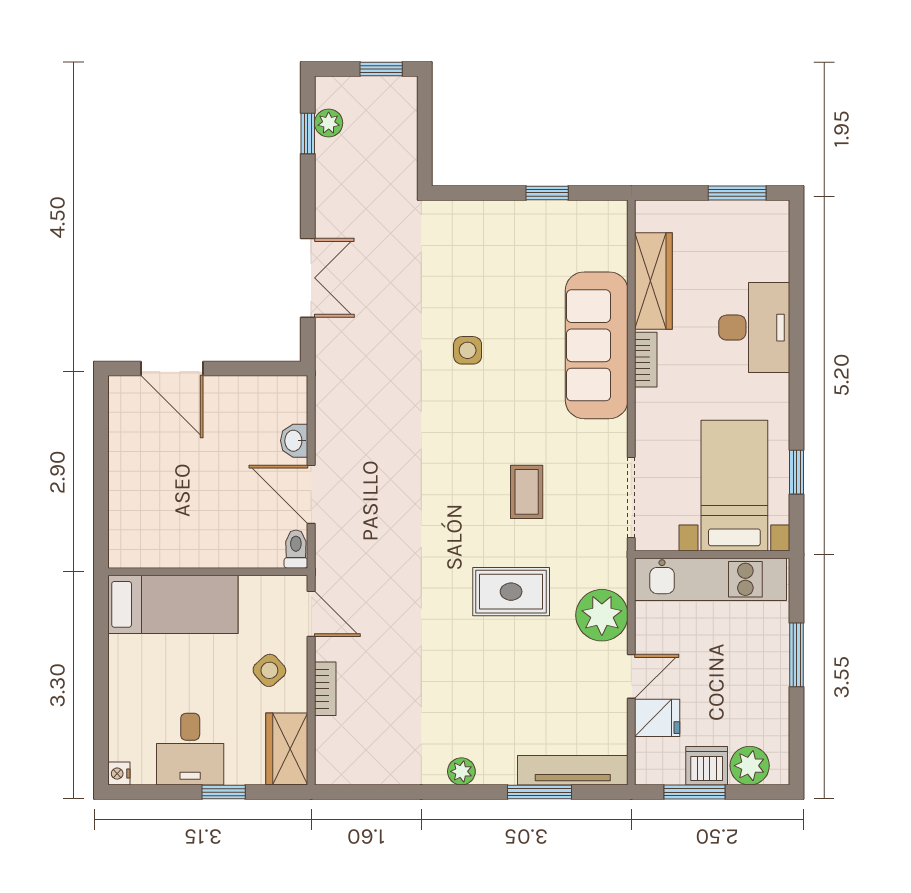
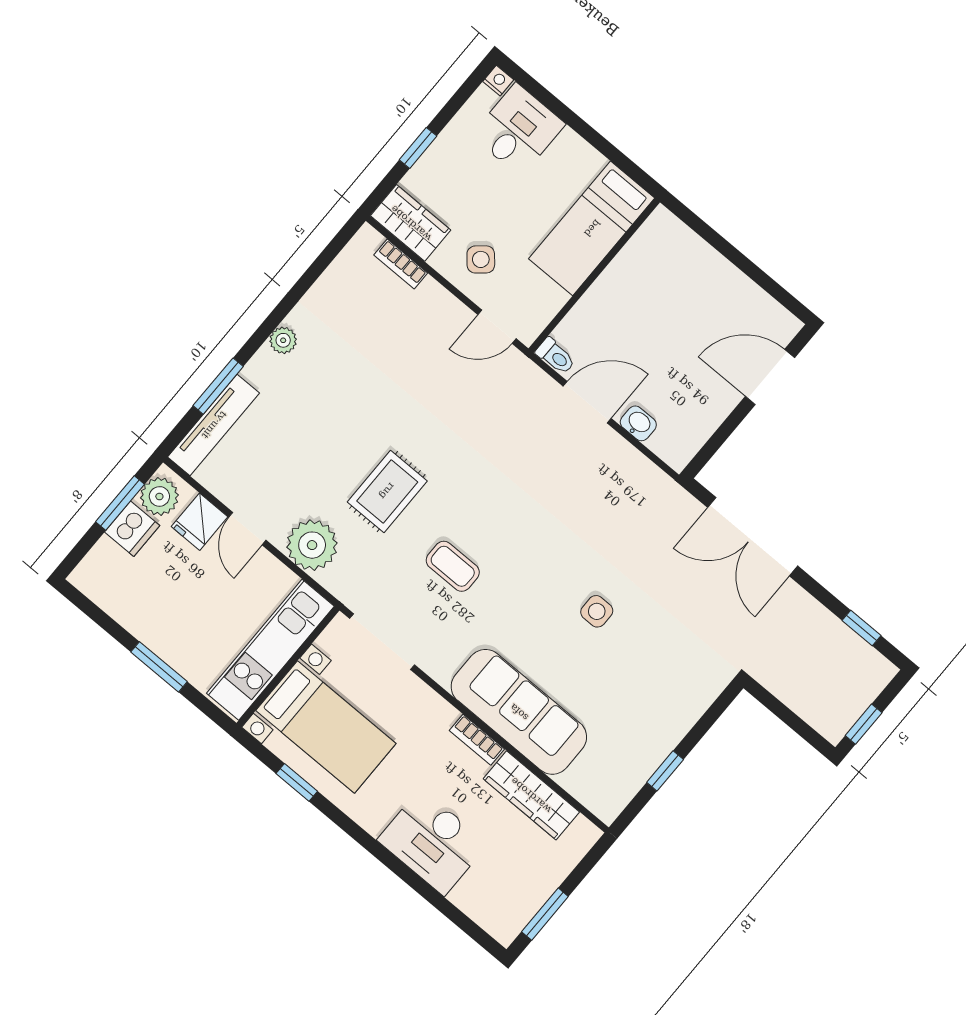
plant: (329, 123) -> (856, 650), removed
double door: (308, 278) -> (753, 537), width x1.37
bookcase: (325, 689) -> (401, 264), moved
desk: (190, 749) -> (518, 130), moved, turned 90
plant: (750, 766) -> (159, 496), moved

